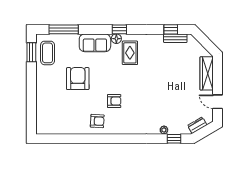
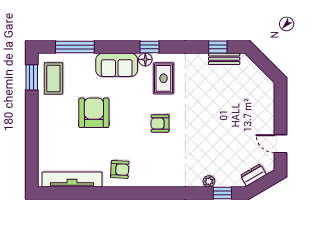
wardrobe: (207, 73) -> (266, 106), removed
armchair: (114, 101) -> (160, 123), moved, turned 180
tv unit: (61, 129) -> (72, 180), added

